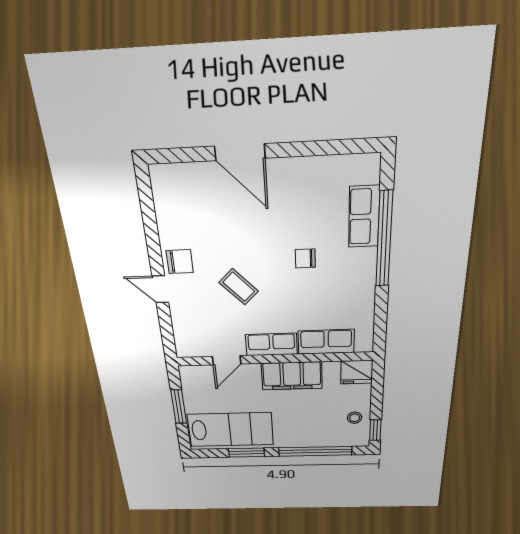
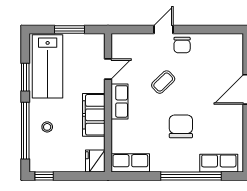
row of seats: (364, 217) -> (219, 163), moved
chair: (305, 258) -> (181, 126), width x1.87, depth x1.87
row of seats: (326, 342) -> (130, 163), moved, turned -90
door: (227, 360) -> (108, 69), swing flipped
stool: (355, 418) -> (47, 127), moved

